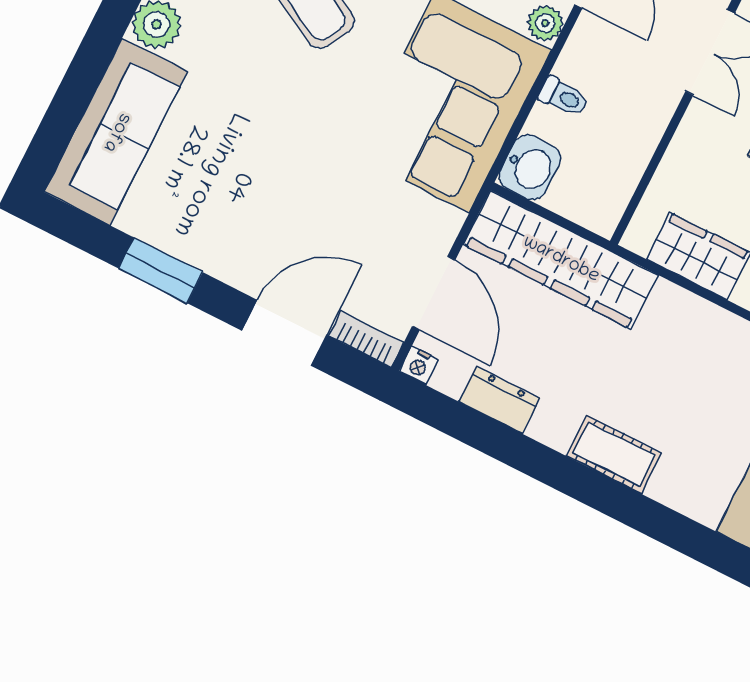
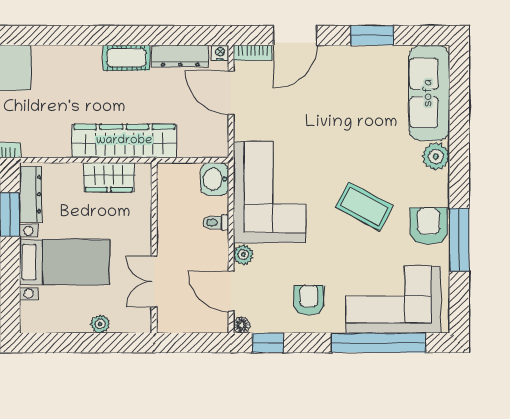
wardrobe: (561, 260) -> (124, 141), moved
dresser: (499, 400) -> (180, 56), width x1.44
cot: (614, 454) -> (126, 58), moved

